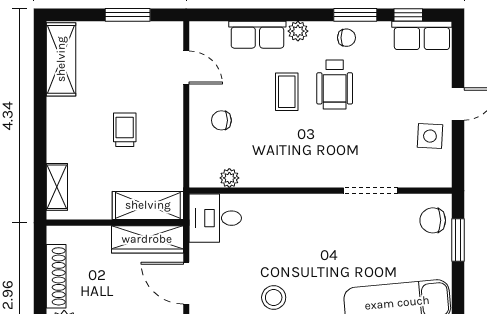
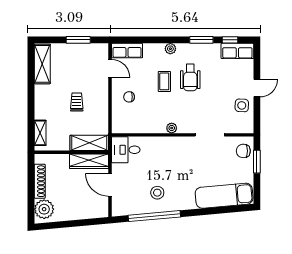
row of seats: (257, 35) -> (127, 51), moved
chair: (347, 38) -> (197, 52), removed
plant: (229, 178) -> (172, 128), moved

